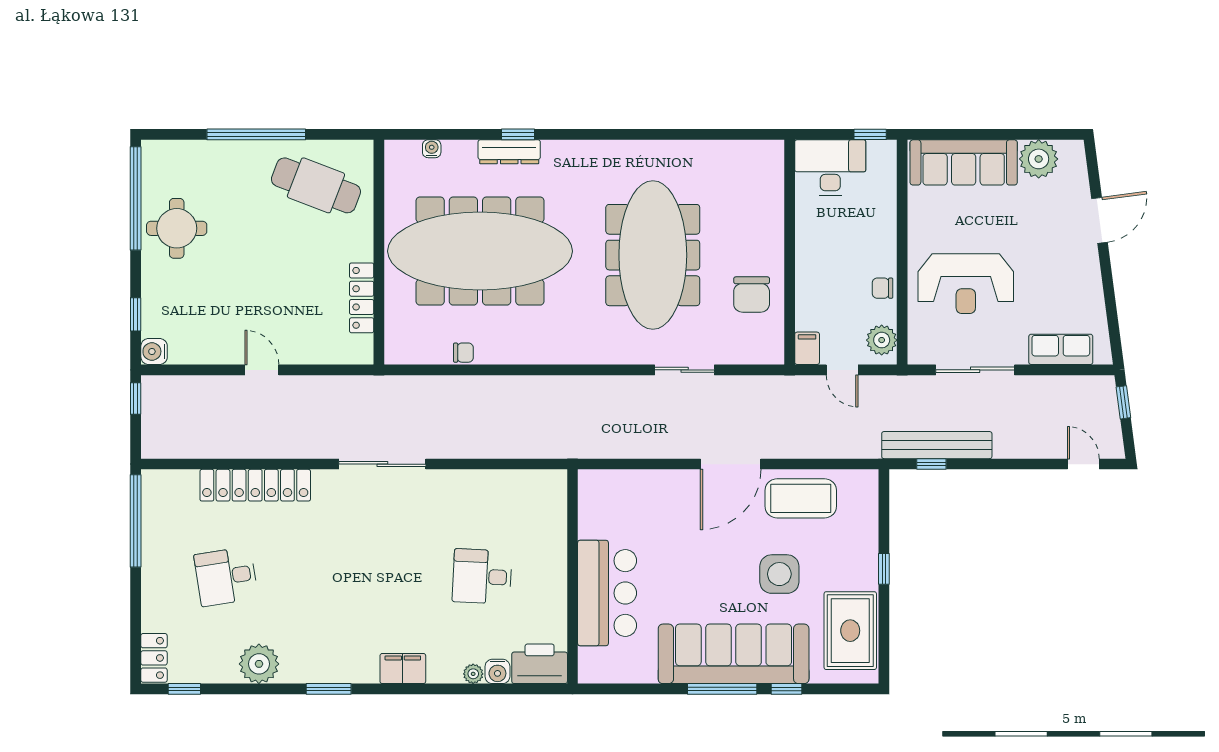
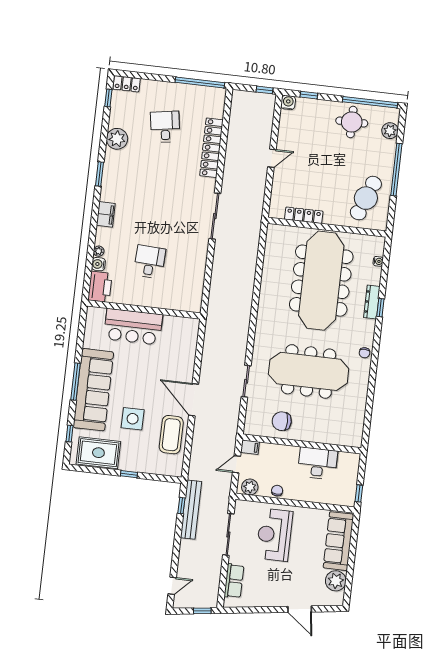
plant: (185, 155) -> (390, 131), added
desk: (830, 168) -> (318, 463), moved, turned -90
chair: (463, 353) -> (365, 353), moved
window: (787, 689) -> (69, 434), moved

